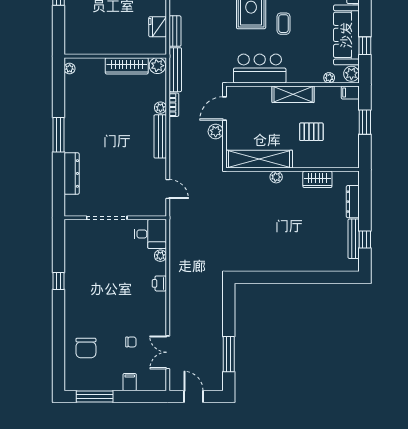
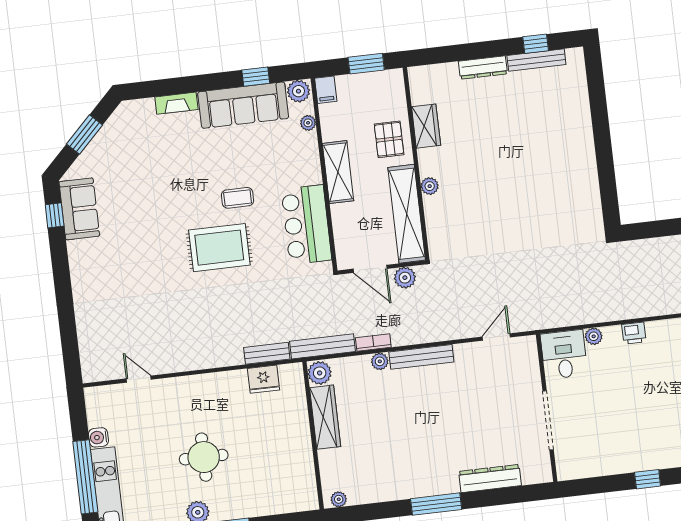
shelving: (259, 159) -> (407, 214), moved
wall: (293, 170) -> (416, 164), moved
plant: (276, 177) -> (430, 186), moved
wardrobe: (317, 179) -> (426, 126), moved

